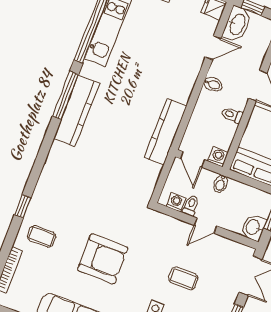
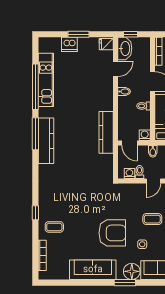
armchair: (103, 259) -> (112, 233), moved

